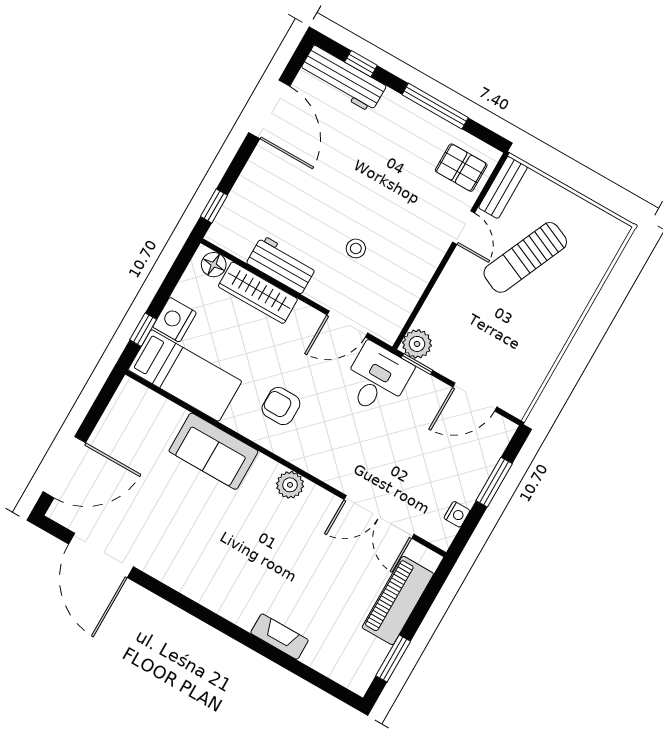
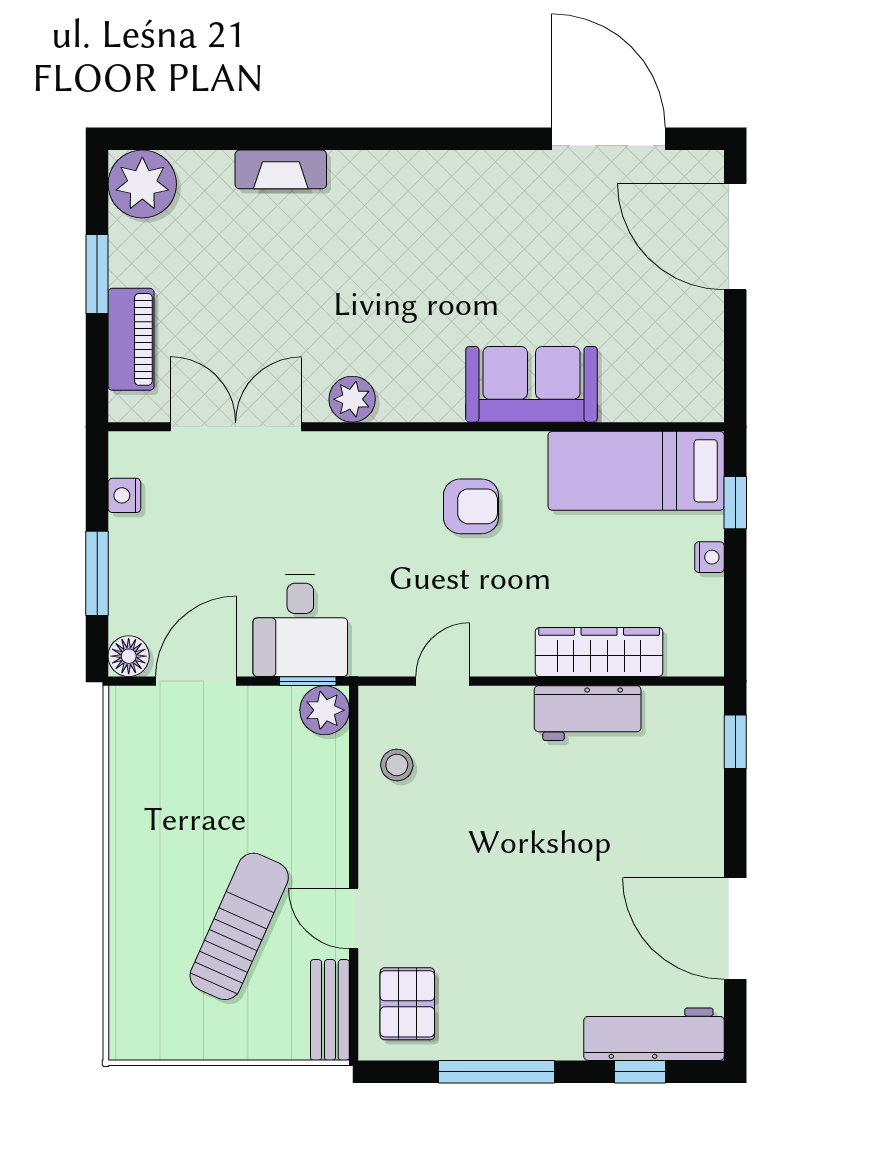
pallet: (461, 168) -> (407, 1004), turned 90
stool: (356, 248) -> (397, 765), moved
floor lamp: (214, 265) -> (129, 656), moved
nightstand: (175, 320) -> (709, 557), width x0.53, depth x0.56
door: (347, 324) -> (443, 681), width x0.73
desk: (377, 379) -> (300, 626), moved
door: (64, 467) -> (735, 237), hinge flipped
plant: (290, 485) -> (352, 399), moved
piano: (398, 601) -> (131, 339), width x0.73, depth x0.75
window: (393, 658) -> (97, 274), moved
plant: (355, 670) -> (142, 184), added

